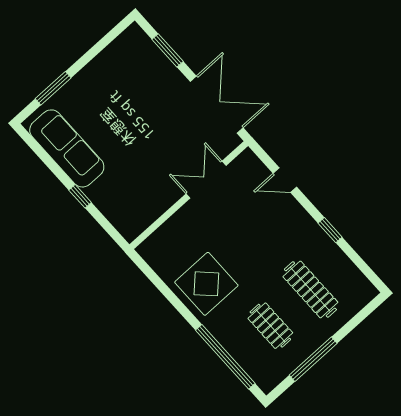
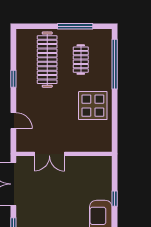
clothes rail: (310, 289) -> (47, 60), width x1.37, depth x1.31

